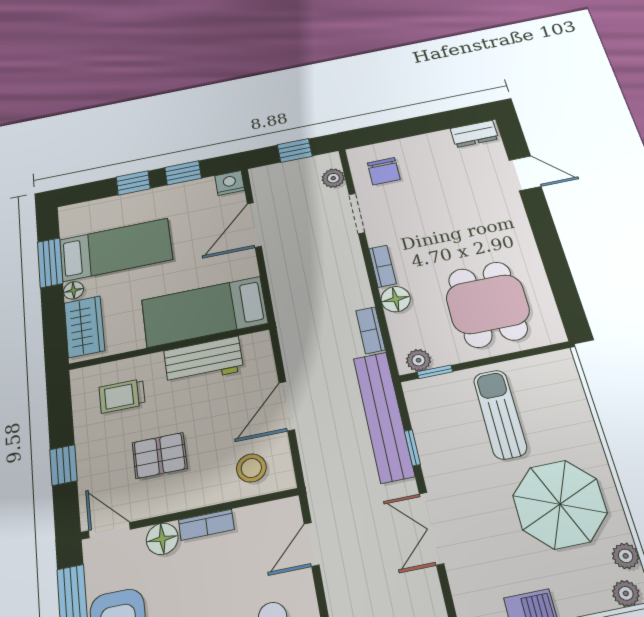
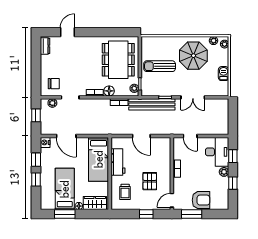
dining table: (488, 304) -> (118, 60), width x1.38
stool: (251, 468) -> (161, 151), removed
floor lamp: (162, 539) -> (178, 183), removed

